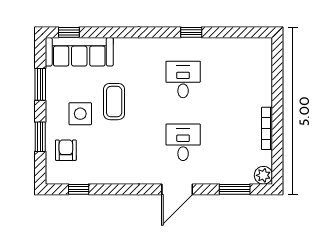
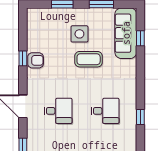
window: (69, 32) -> (140, 38), moved
armchair: (66, 150) -> (36, 60), moved
window: (79, 189) -> (23, 58), moved

